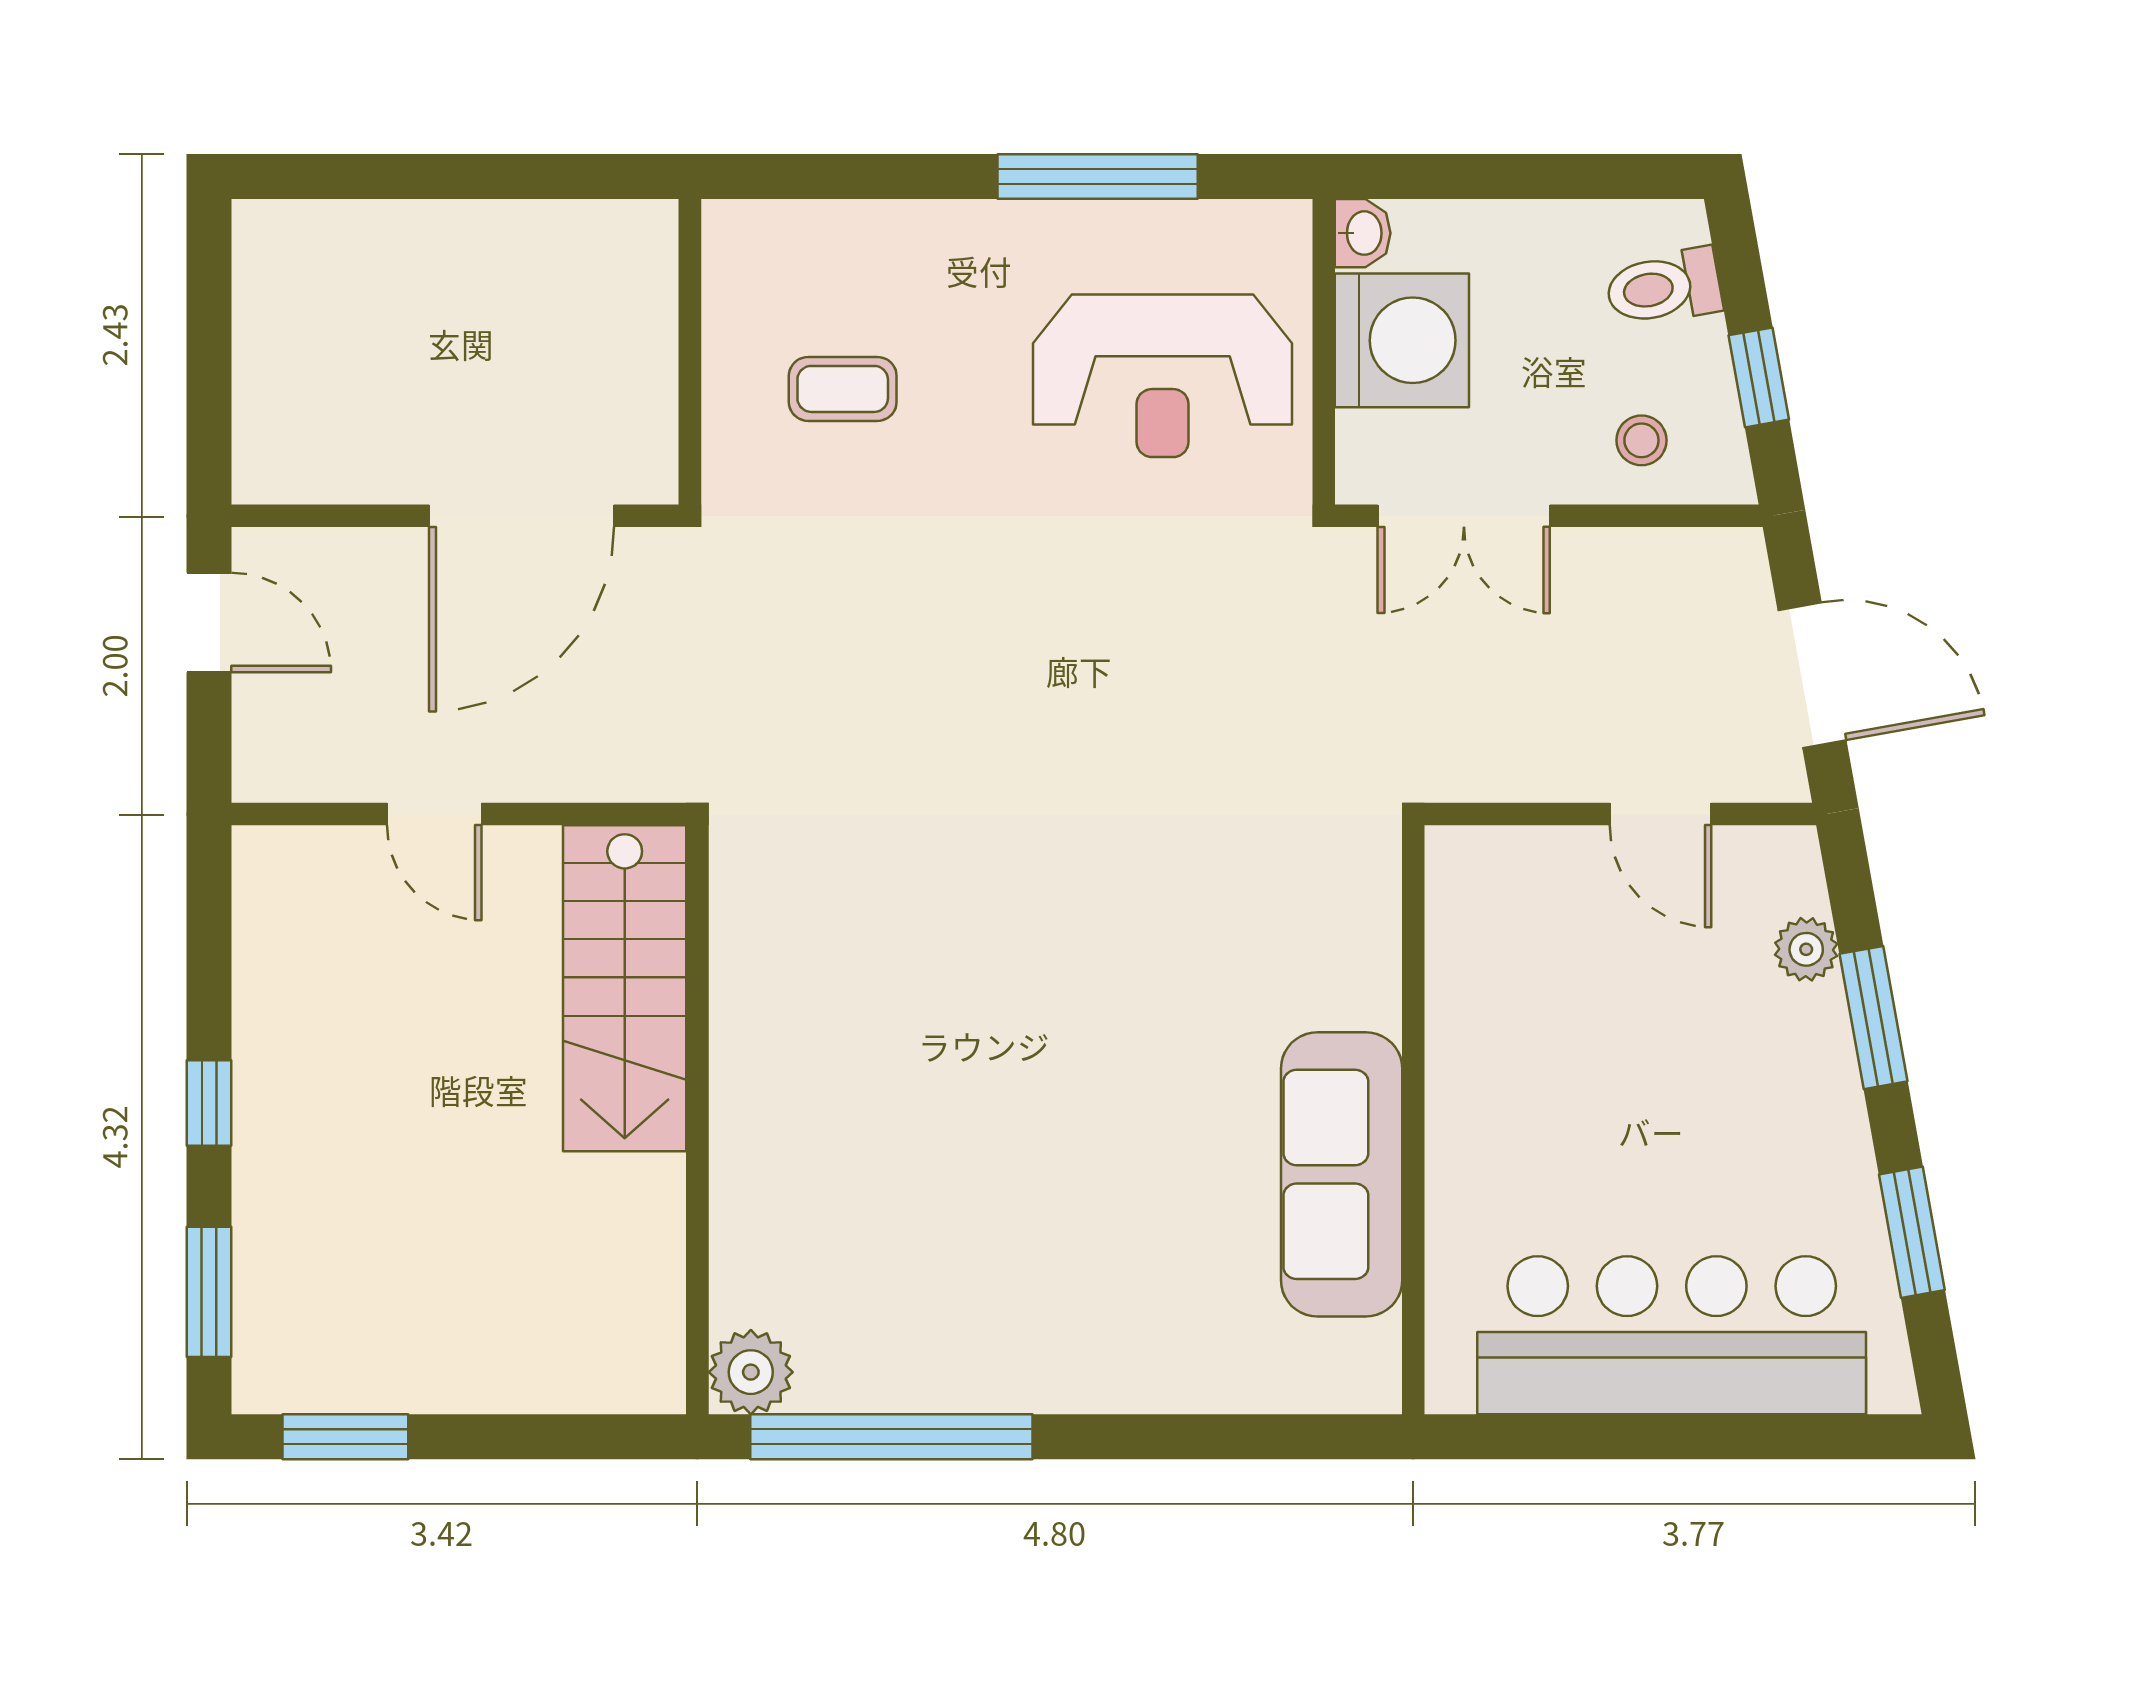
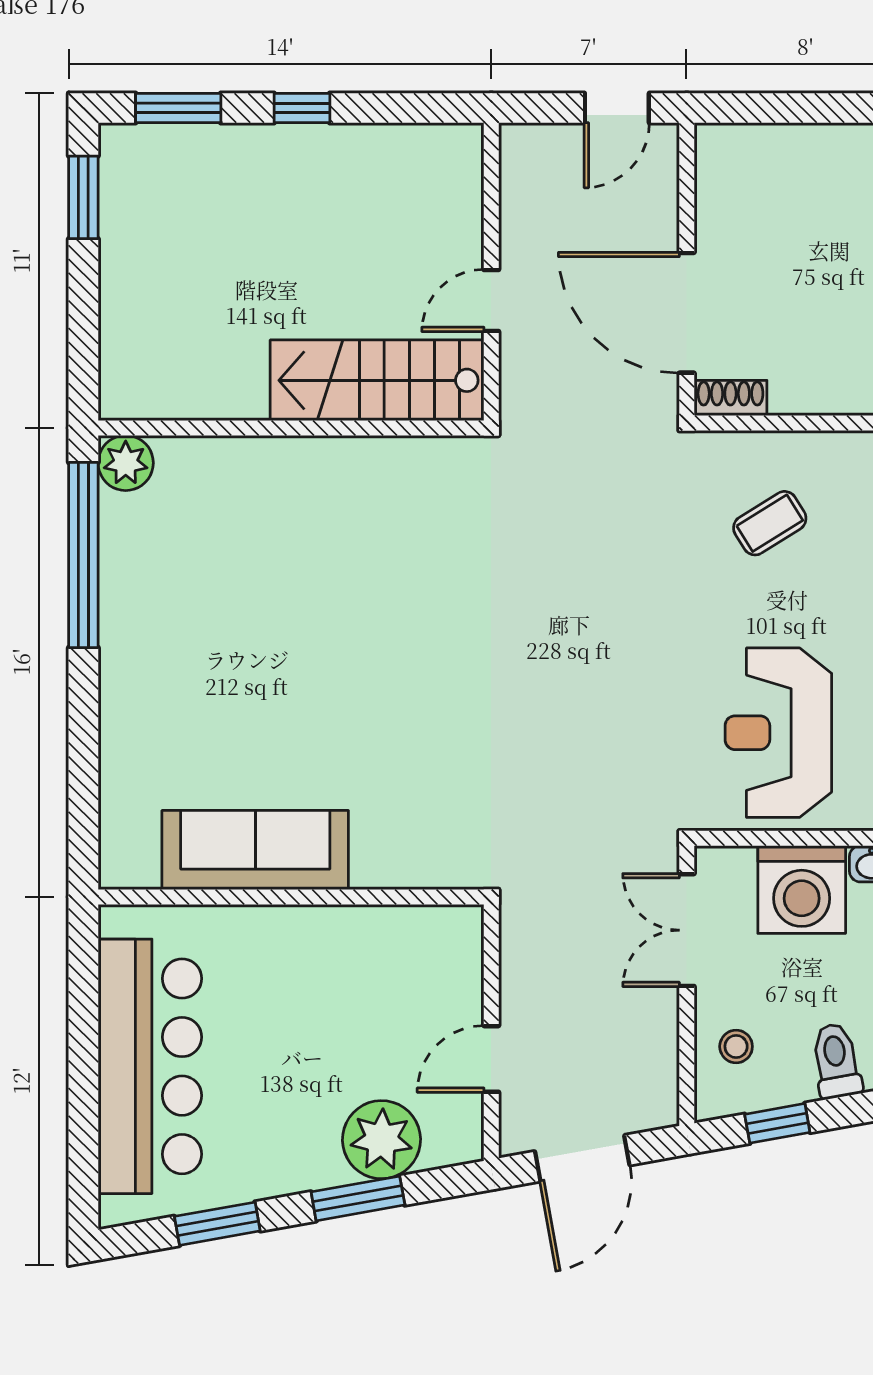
coffee table: (843, 389) -> (770, 523), turned 58
shoe rack: (652, 449) -> (730, 398), added
door: (434, 814) -> (491, 300), moved
plant: (1806, 949) -> (381, 1140), width x1.88, depth x1.88

